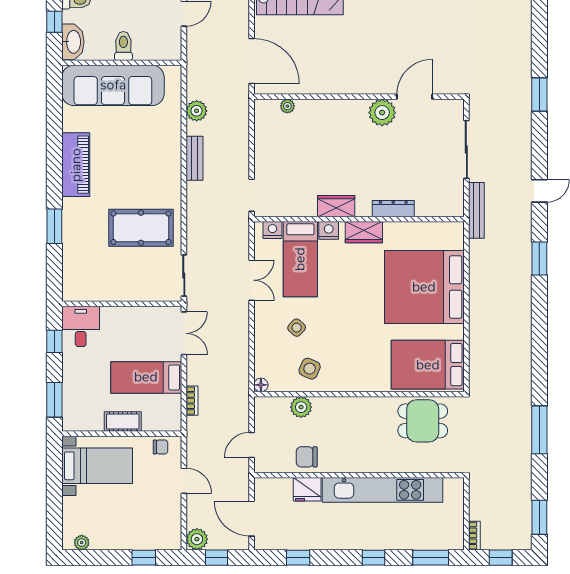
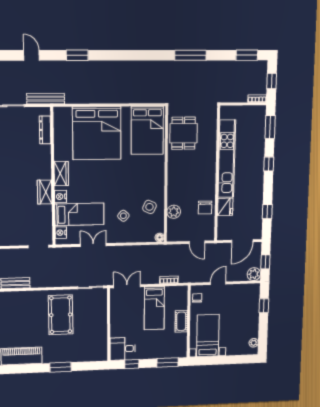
dresser: (393, 209) -> (45, 130), moved

